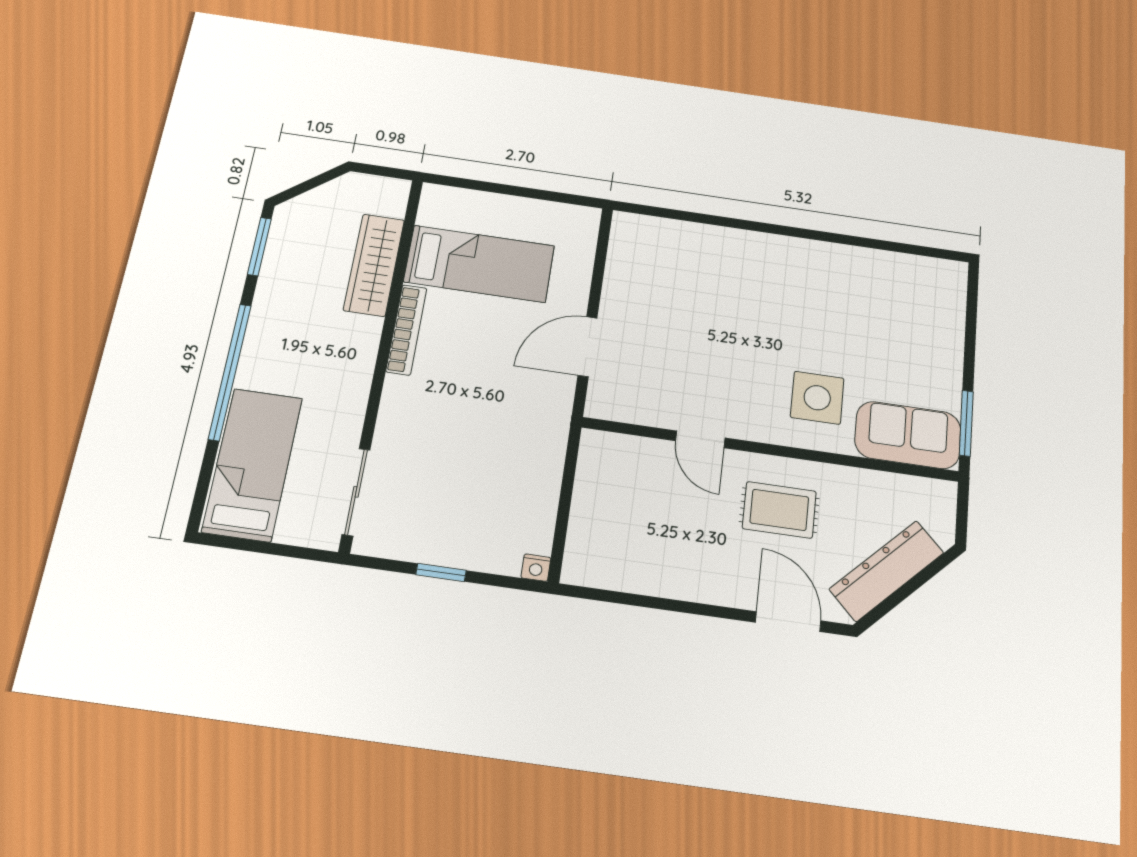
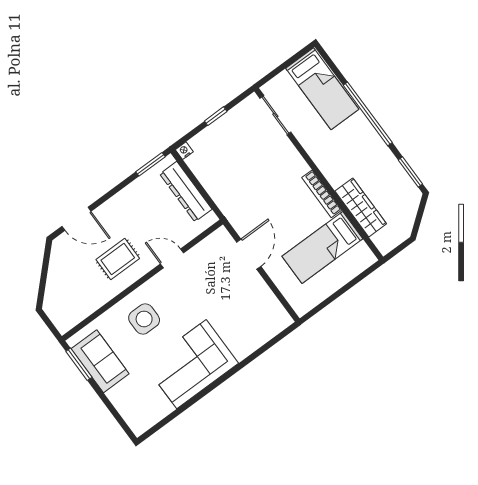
corner sofa: (806, 284) -> (192, 364), added
sofa: (908, 435) -> (100, 361), moved, turned -90
dresser: (887, 571) -> (186, 192), moved, turned 135
window: (604, 596) -> (151, 164), added

